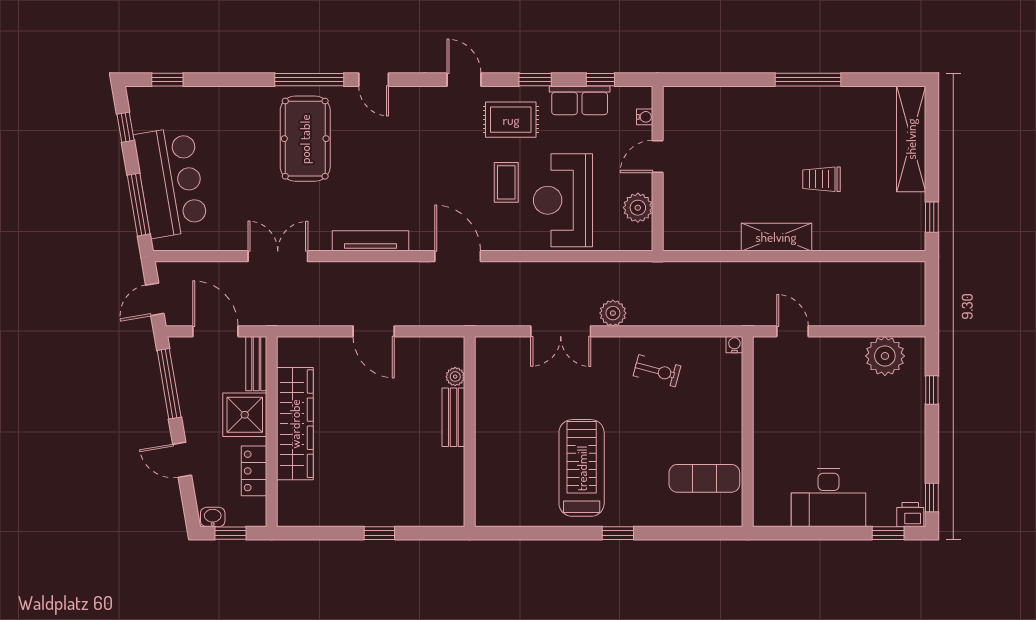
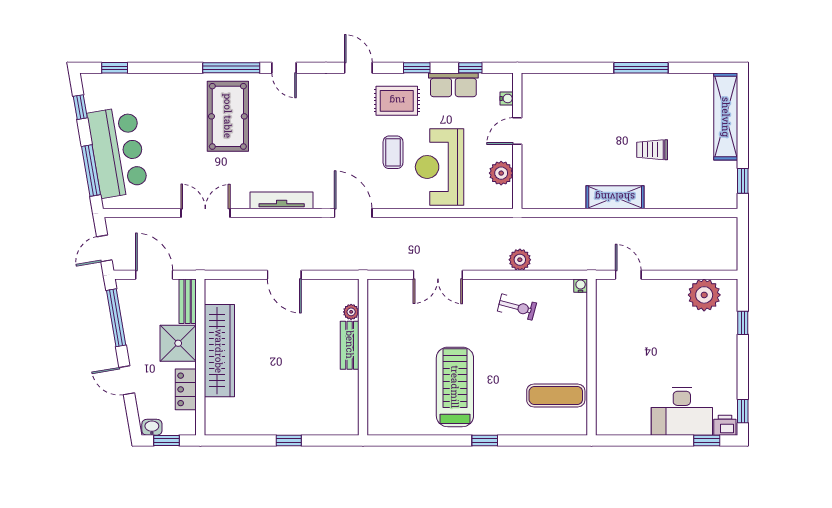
plant: (613, 313) -> (520, 260), moved
desk: (829, 498) -> (682, 411), moved

